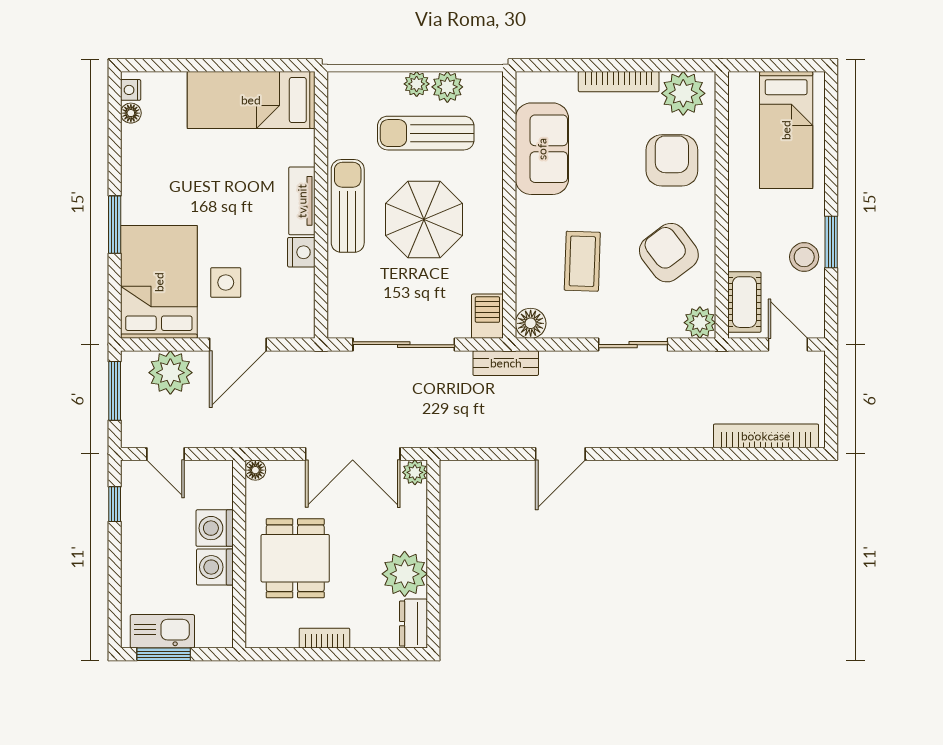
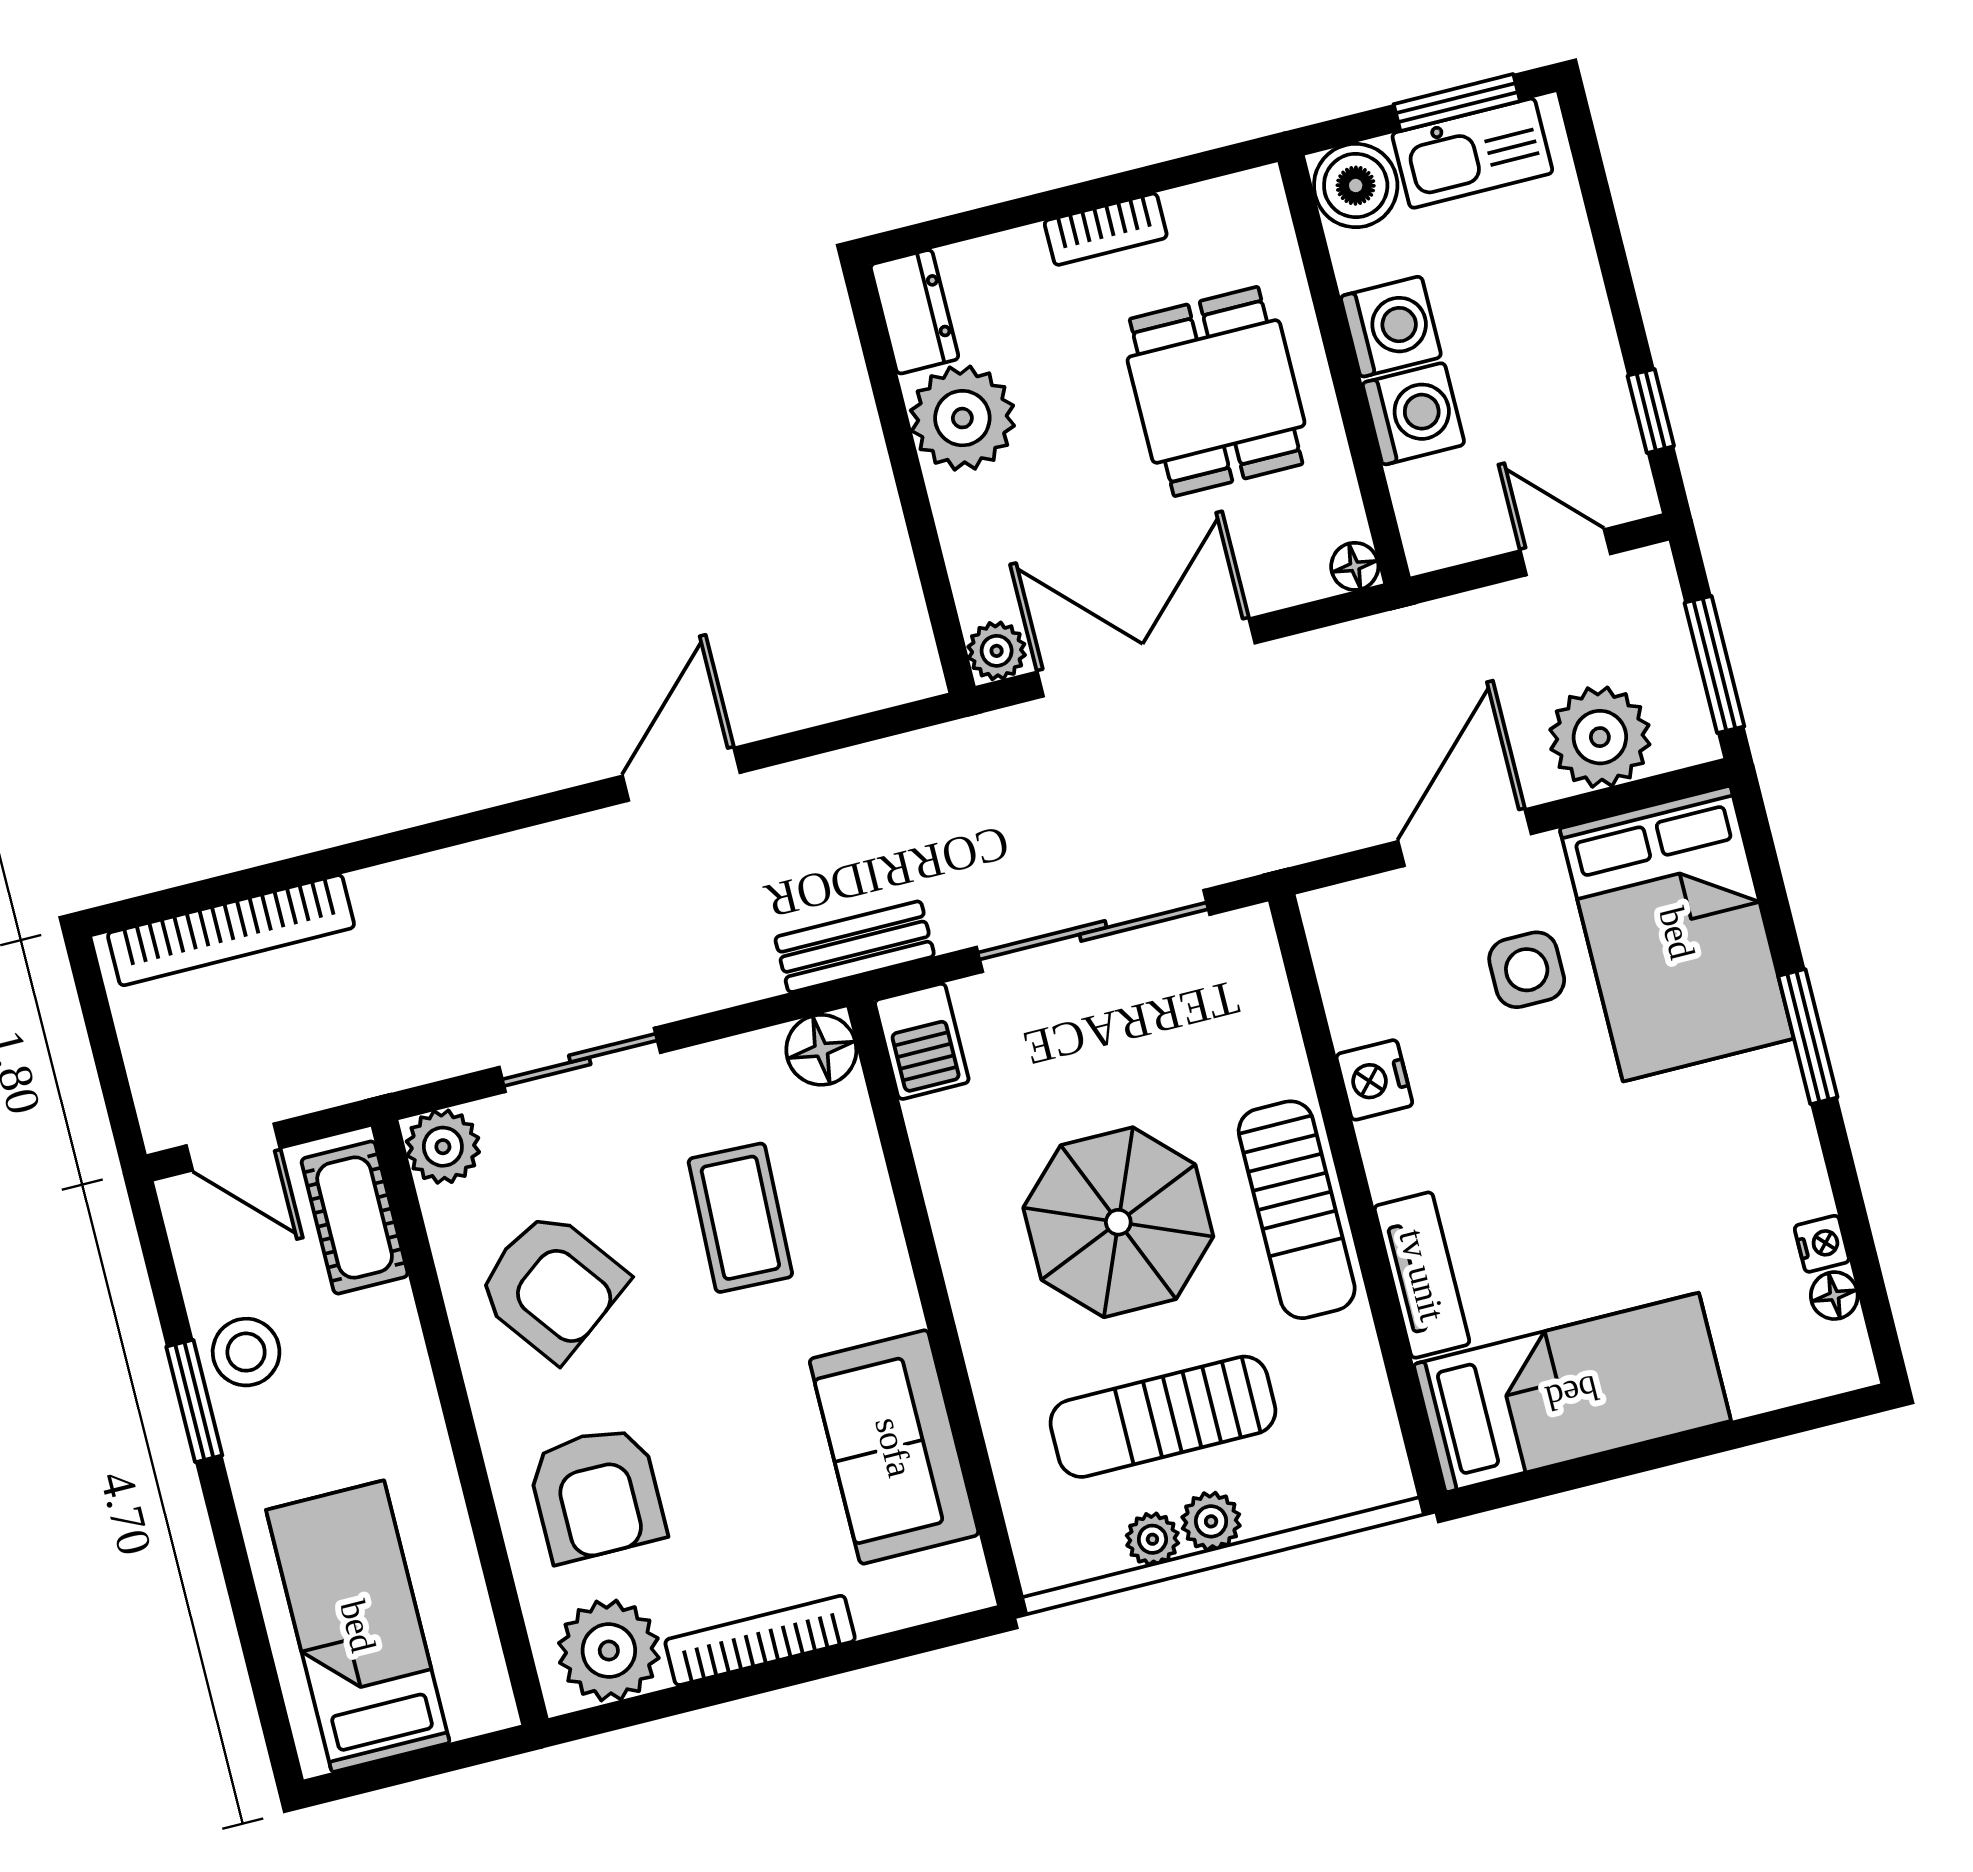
plant: (447, 87) -> (1152, 1539), width x0.73, depth x0.73
nightstand: (131, 90) -> (1822, 1244), moved
sun lounger: (426, 133) -> (1163, 1417), turned 180
tv unit: (302, 201) -> (1422, 1275), moved
boiler: (215, 630) -> (1356, 186), added

